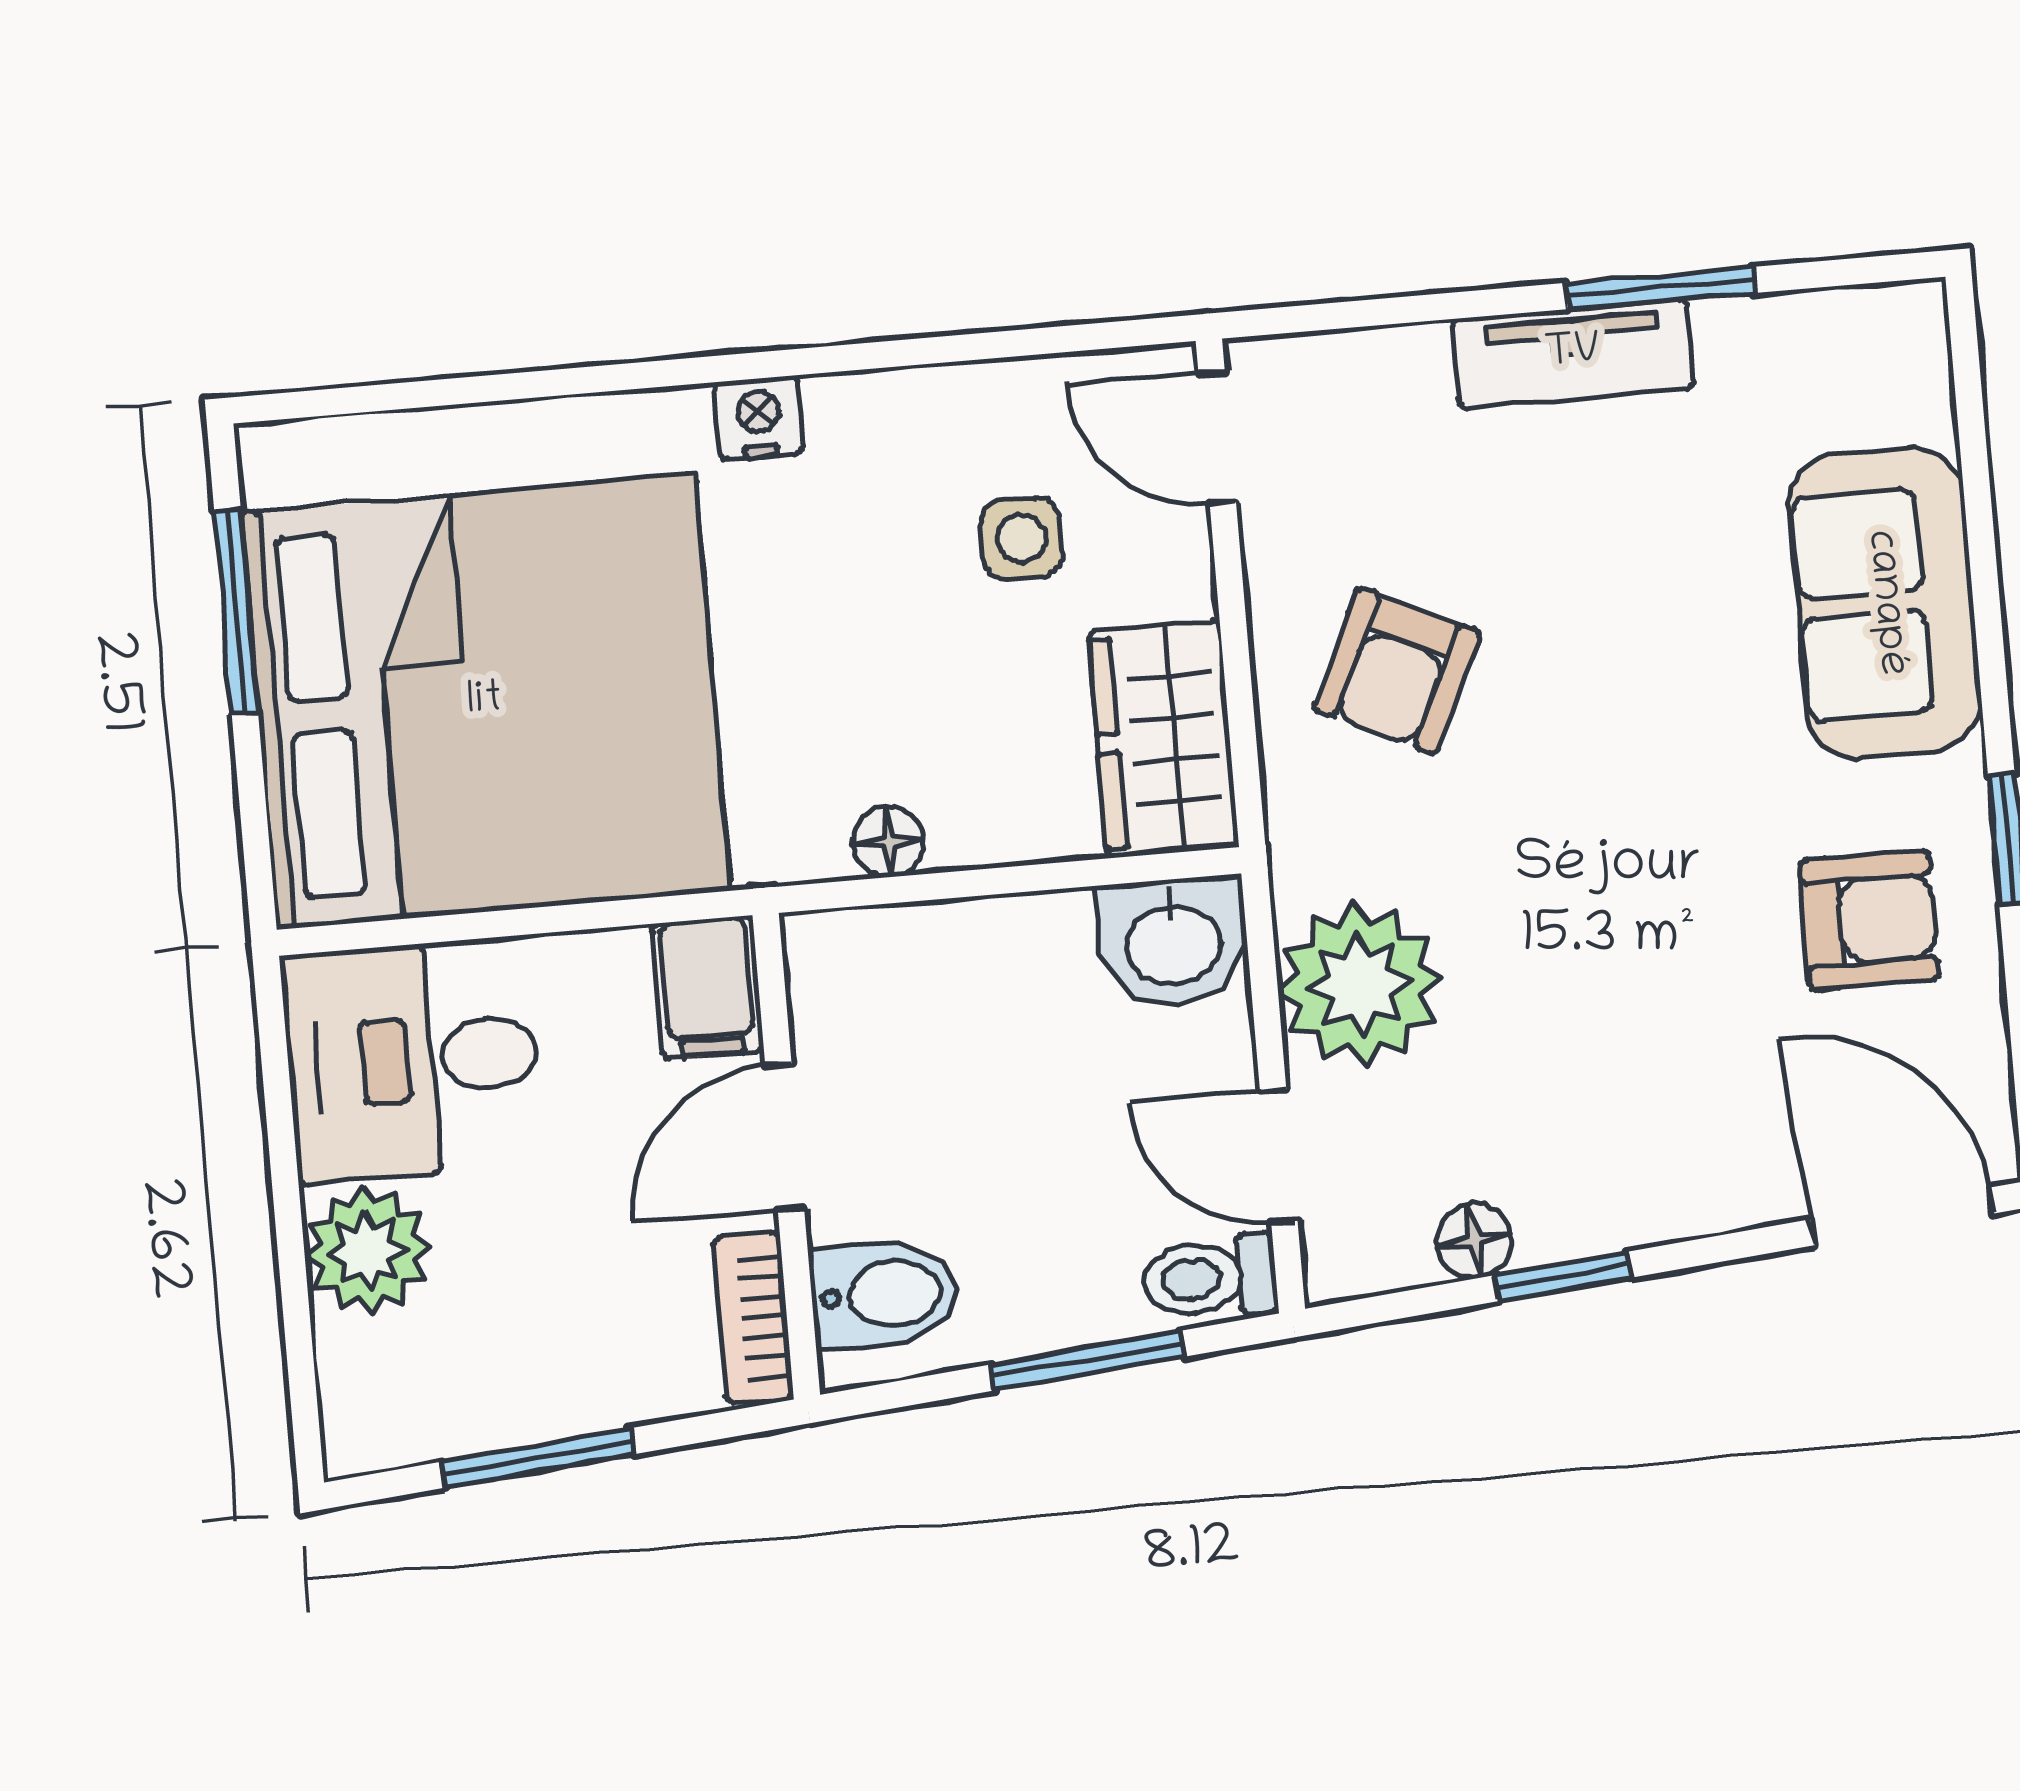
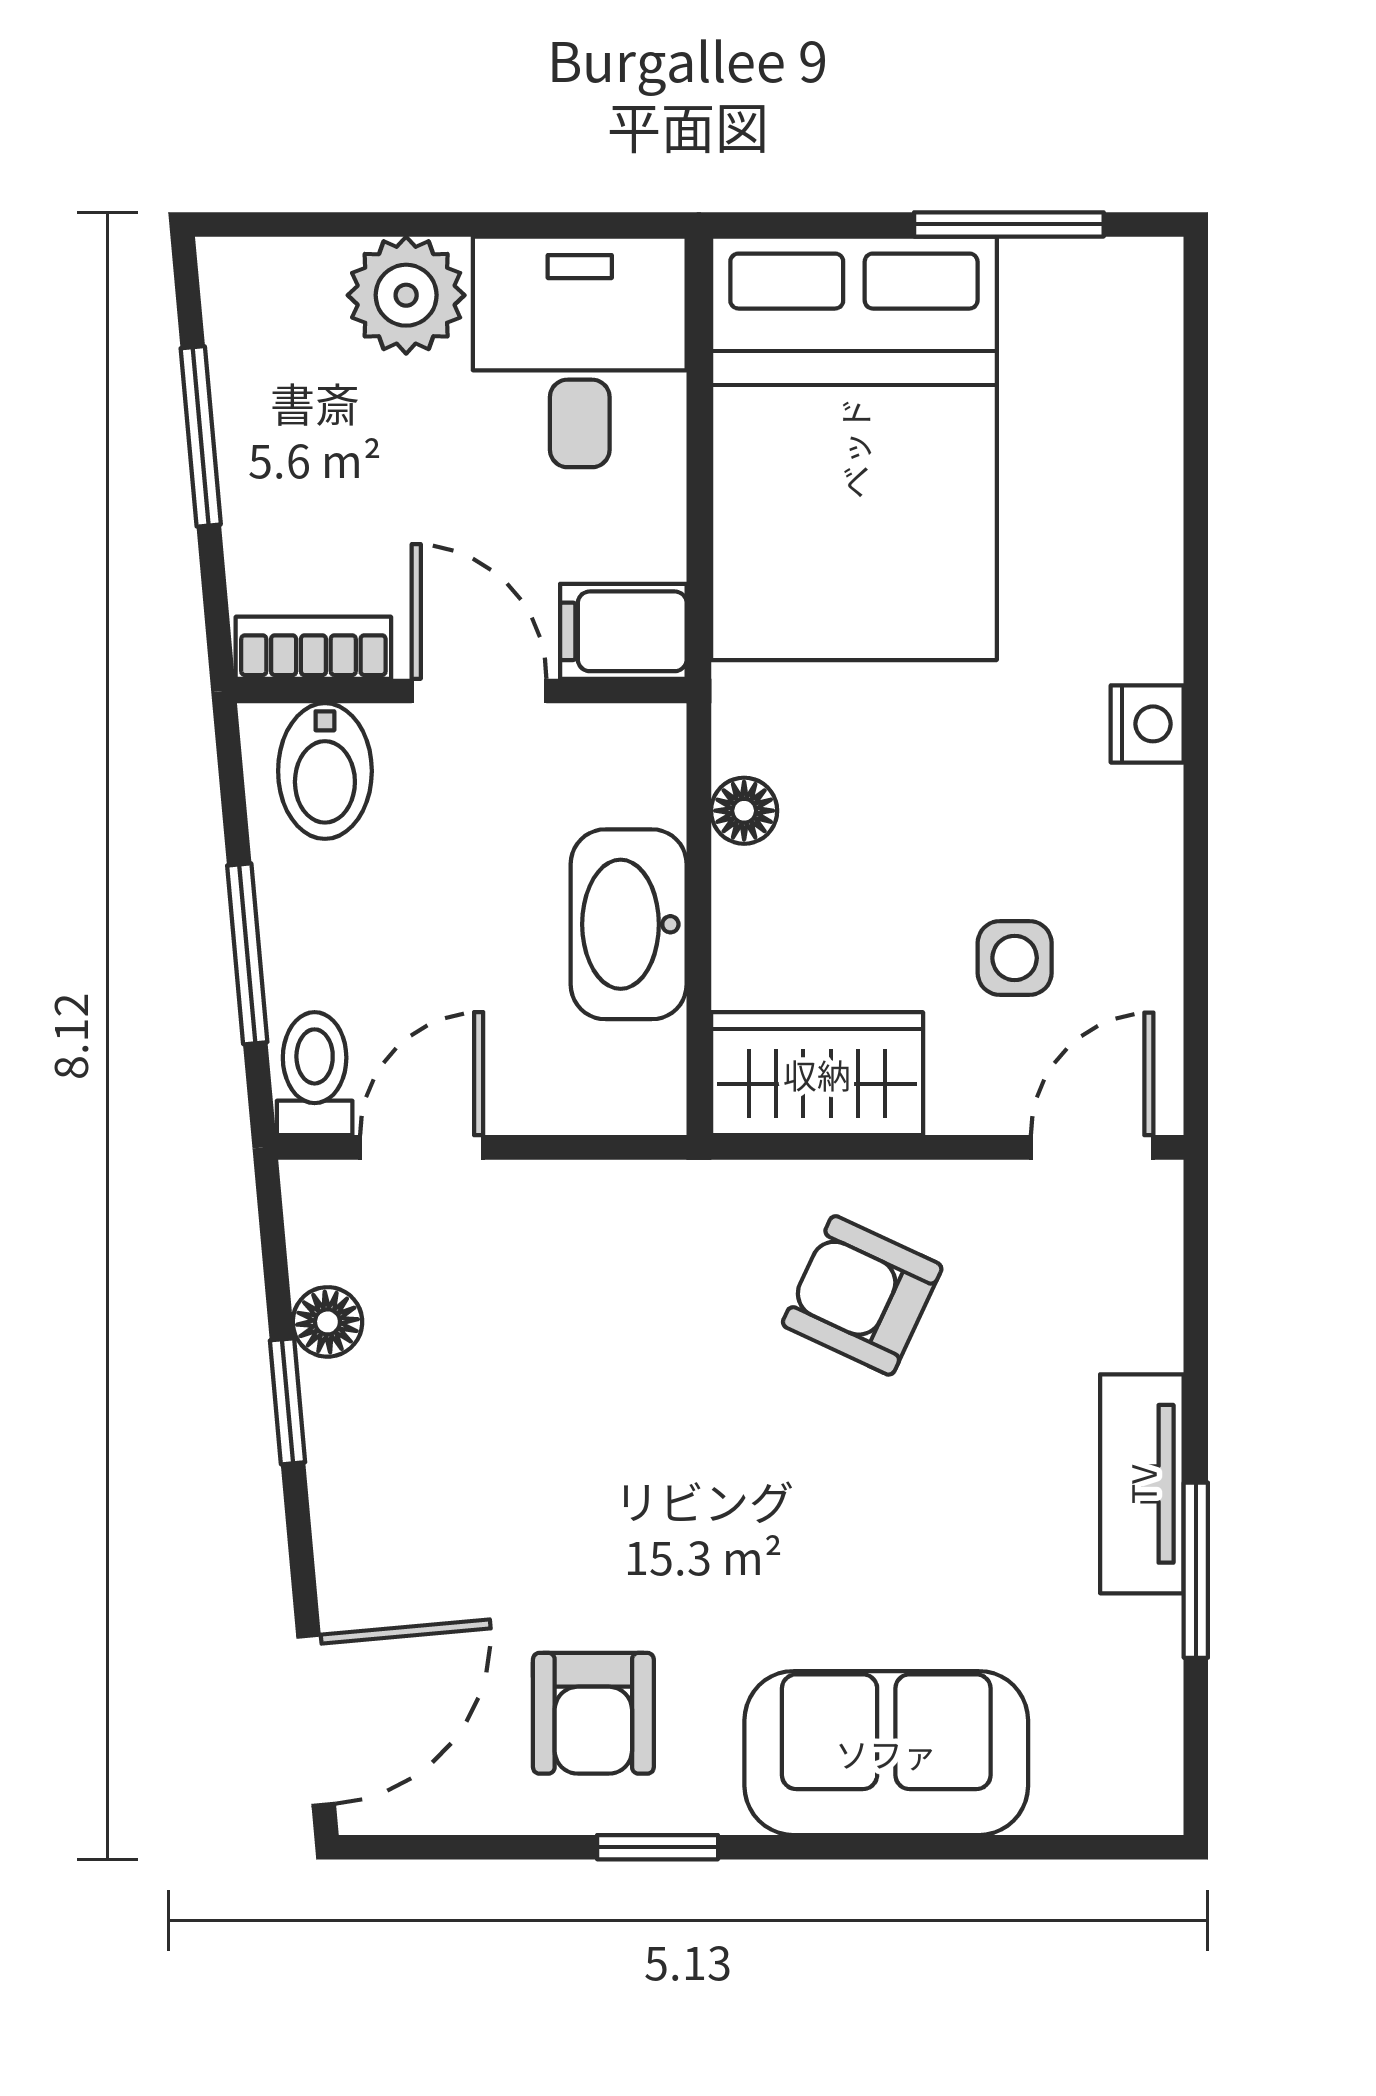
bed: (485, 702) -> (854, 448), width x0.73
washbasin: (1173, 942) -> (629, 924), moved, width x1.38
plant: (1359, 985) -> (574, 1236), removed

